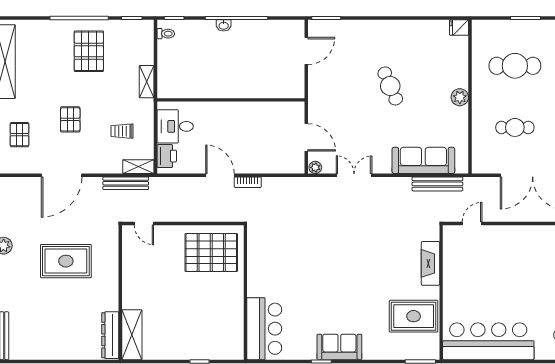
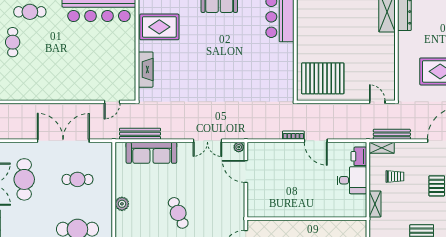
shelving: (147, 82) -> (375, 204), moved
wall: (231, 100) -> (307, 219), moved

